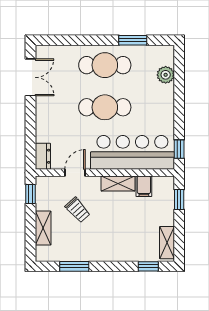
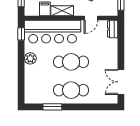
plant: (166, 75) -> (30, 58), moved

